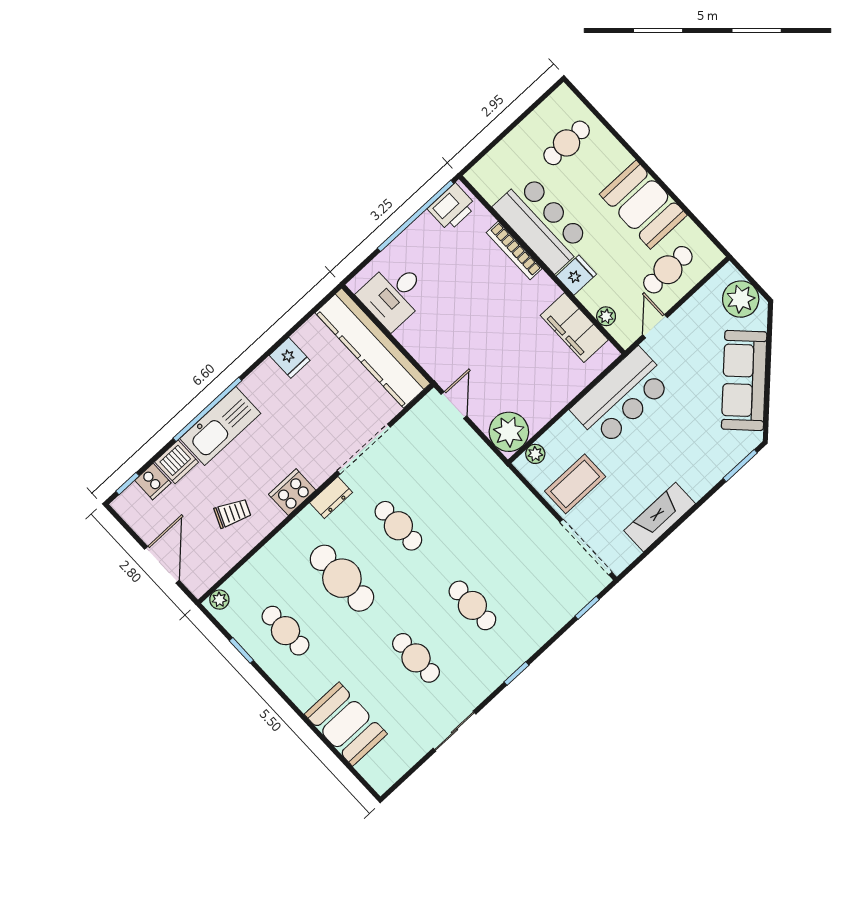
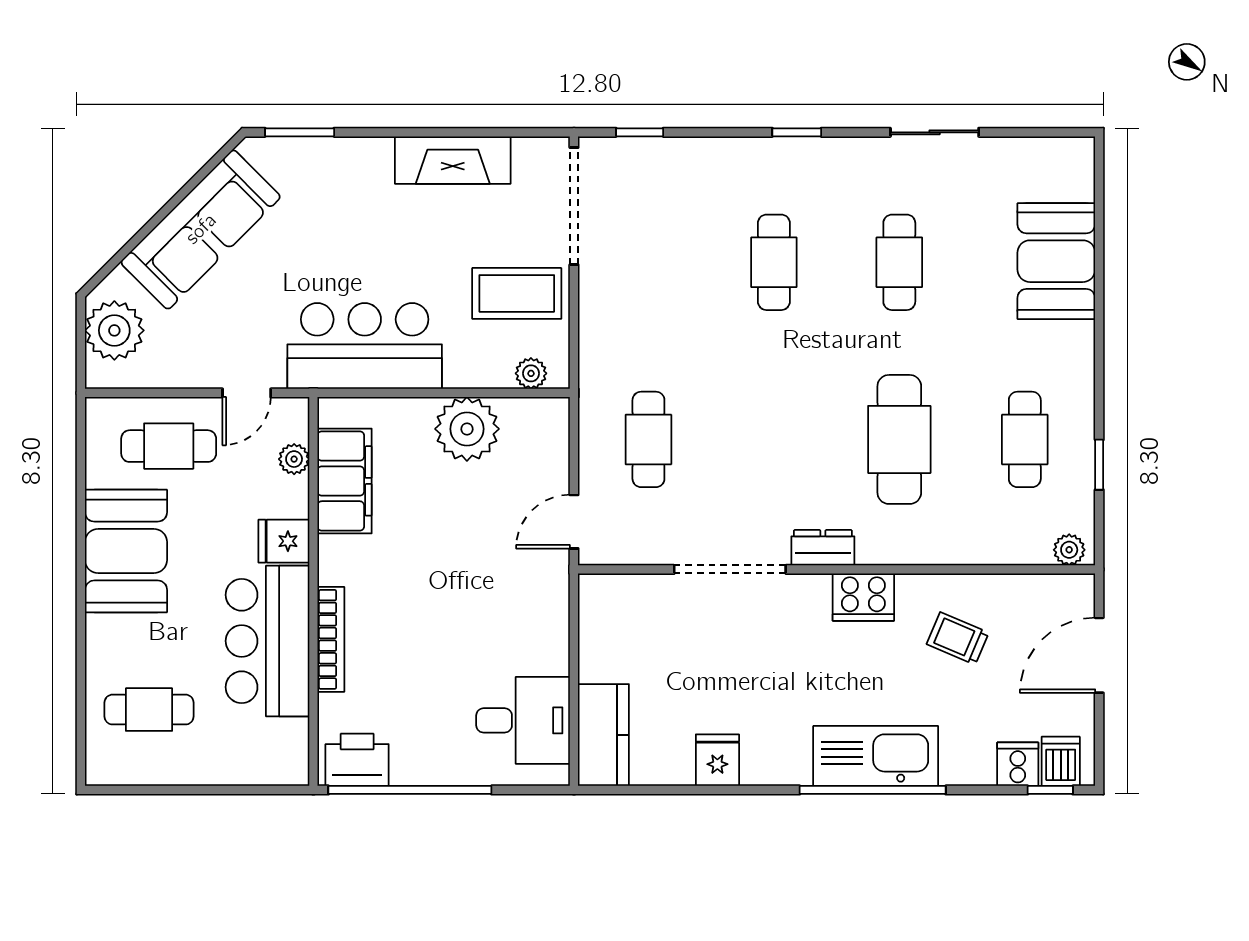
kitchen counter: (373, 348) -> (603, 735), width x0.48, depth x0.86
plant: (509, 432) -> (467, 429), moved
dishwasher: (177, 462) -> (1061, 761), moved, width x0.73
cafe table: (398, 526) -> (648, 439), moved

